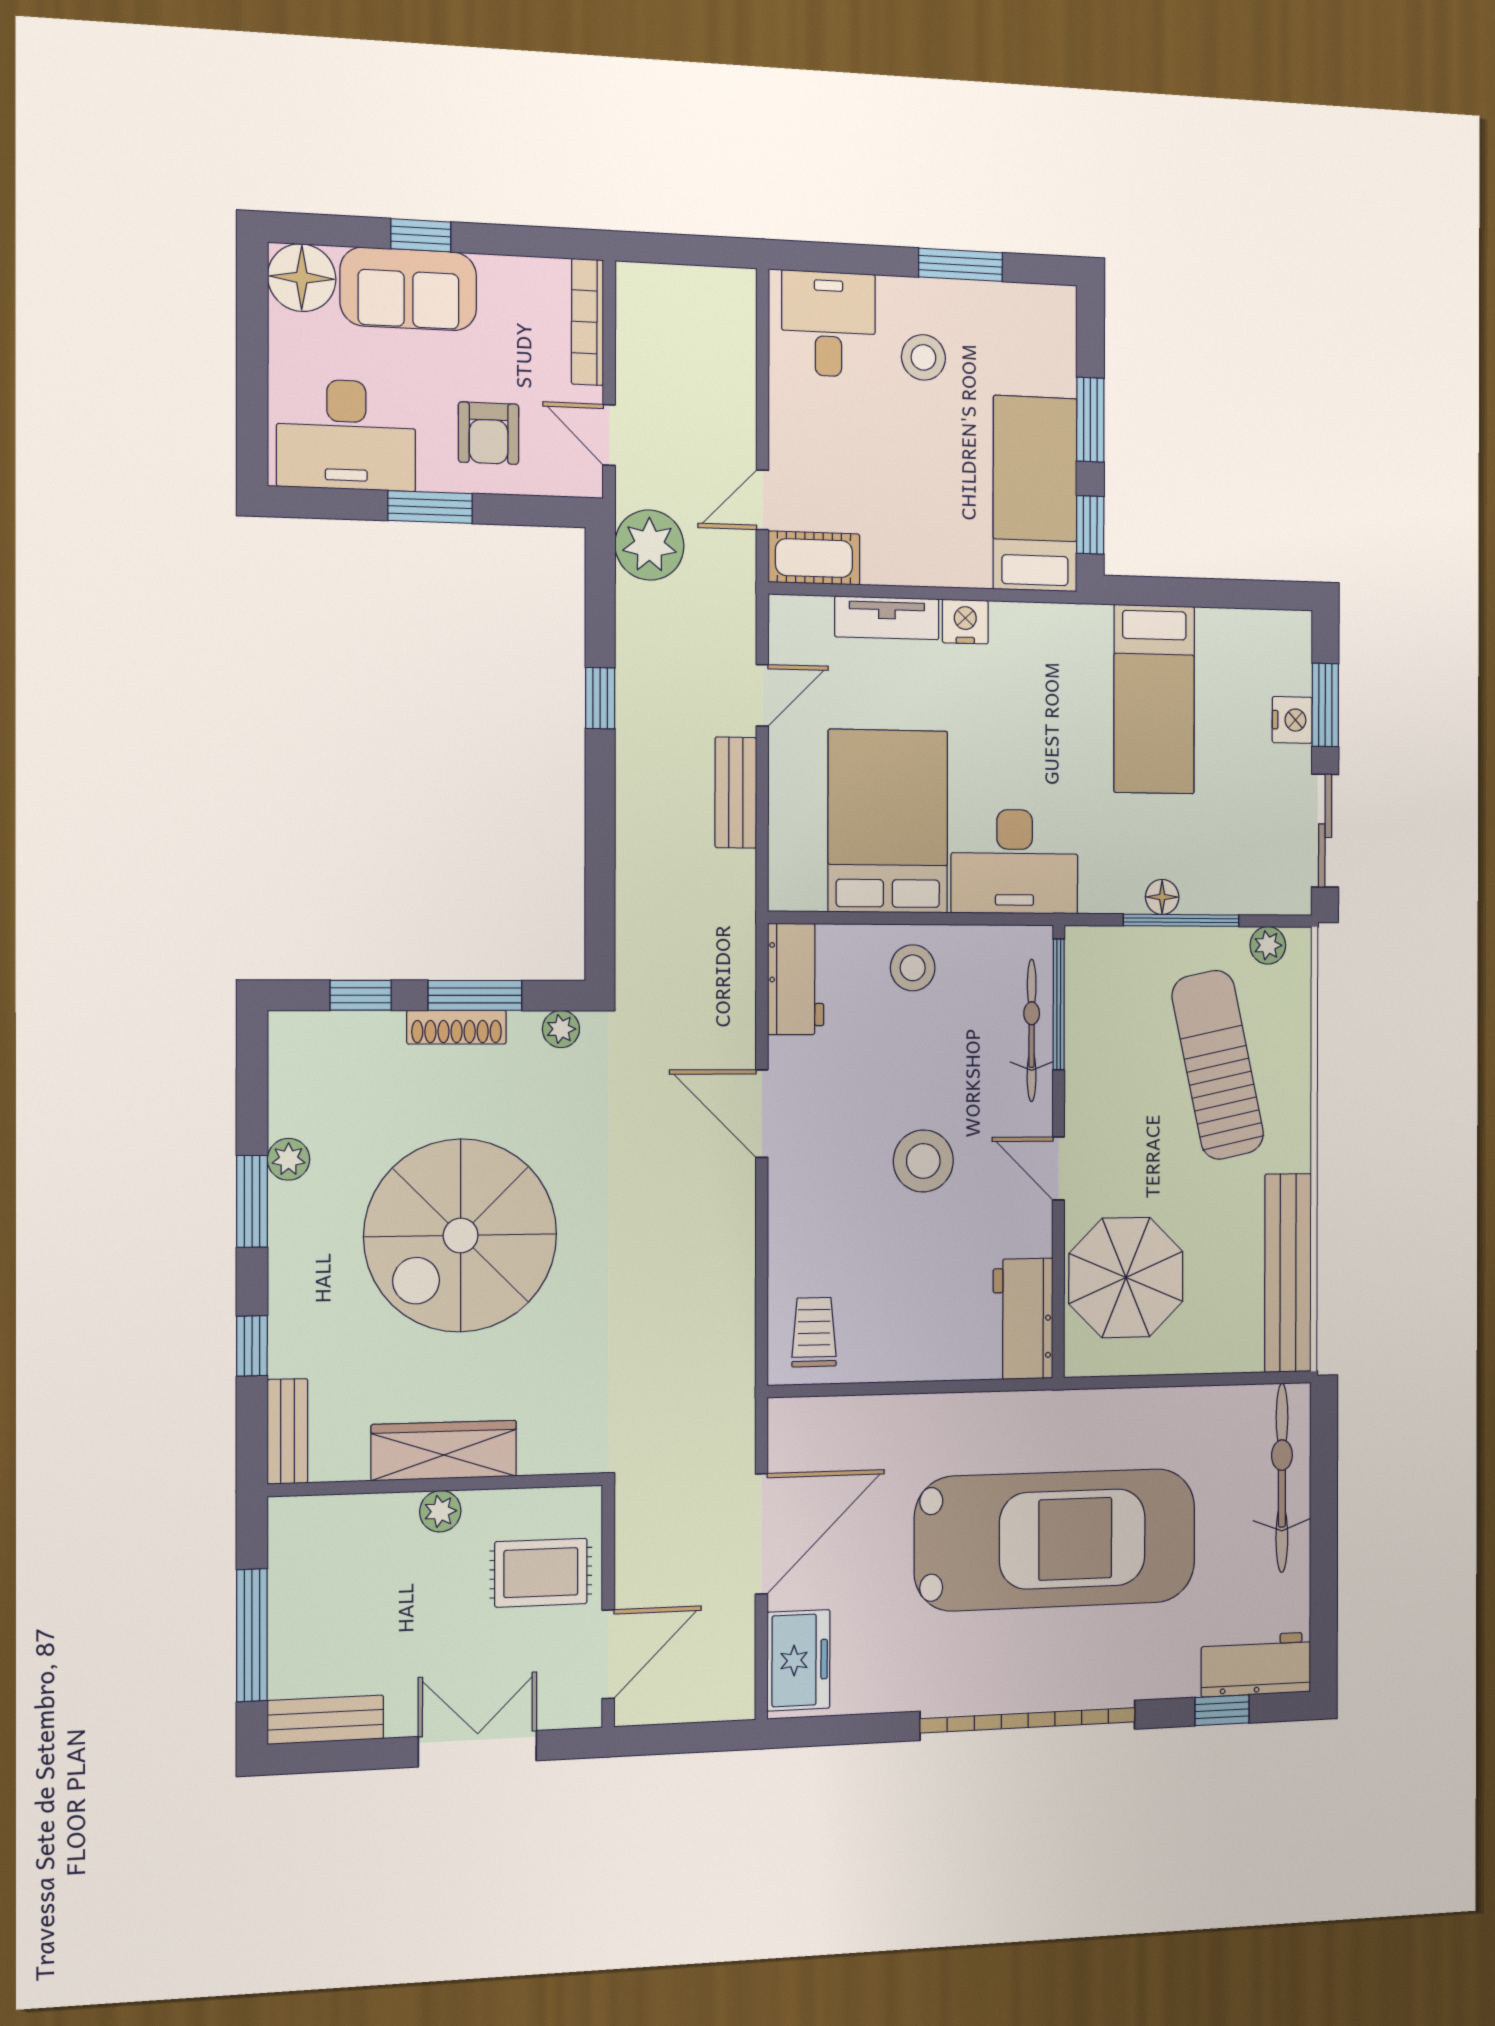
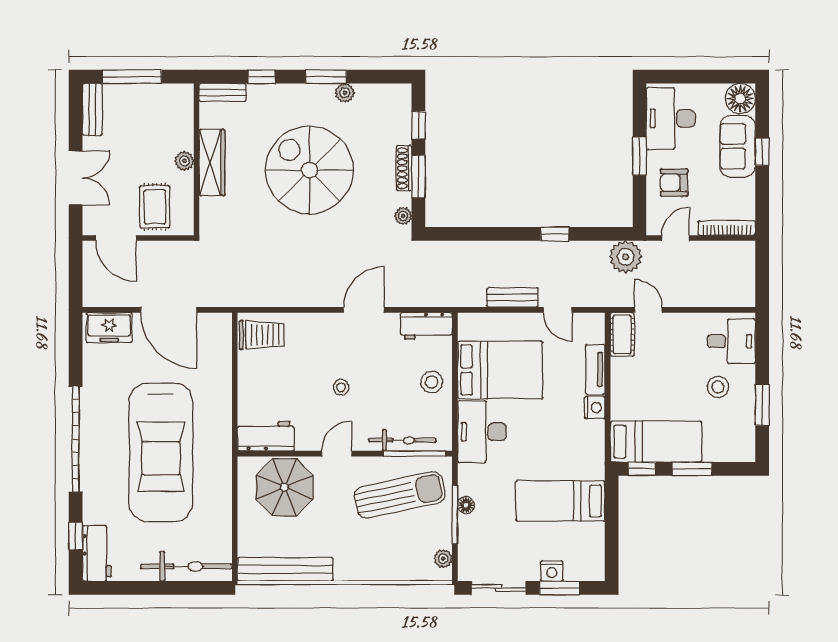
sun lounger: (1218, 1065) -> (400, 495), moved
stool: (923, 1161) -> (341, 387), width x0.53, depth x0.53
trolley: (814, 1332) -> (262, 335), width x1.36, depth x1.39

